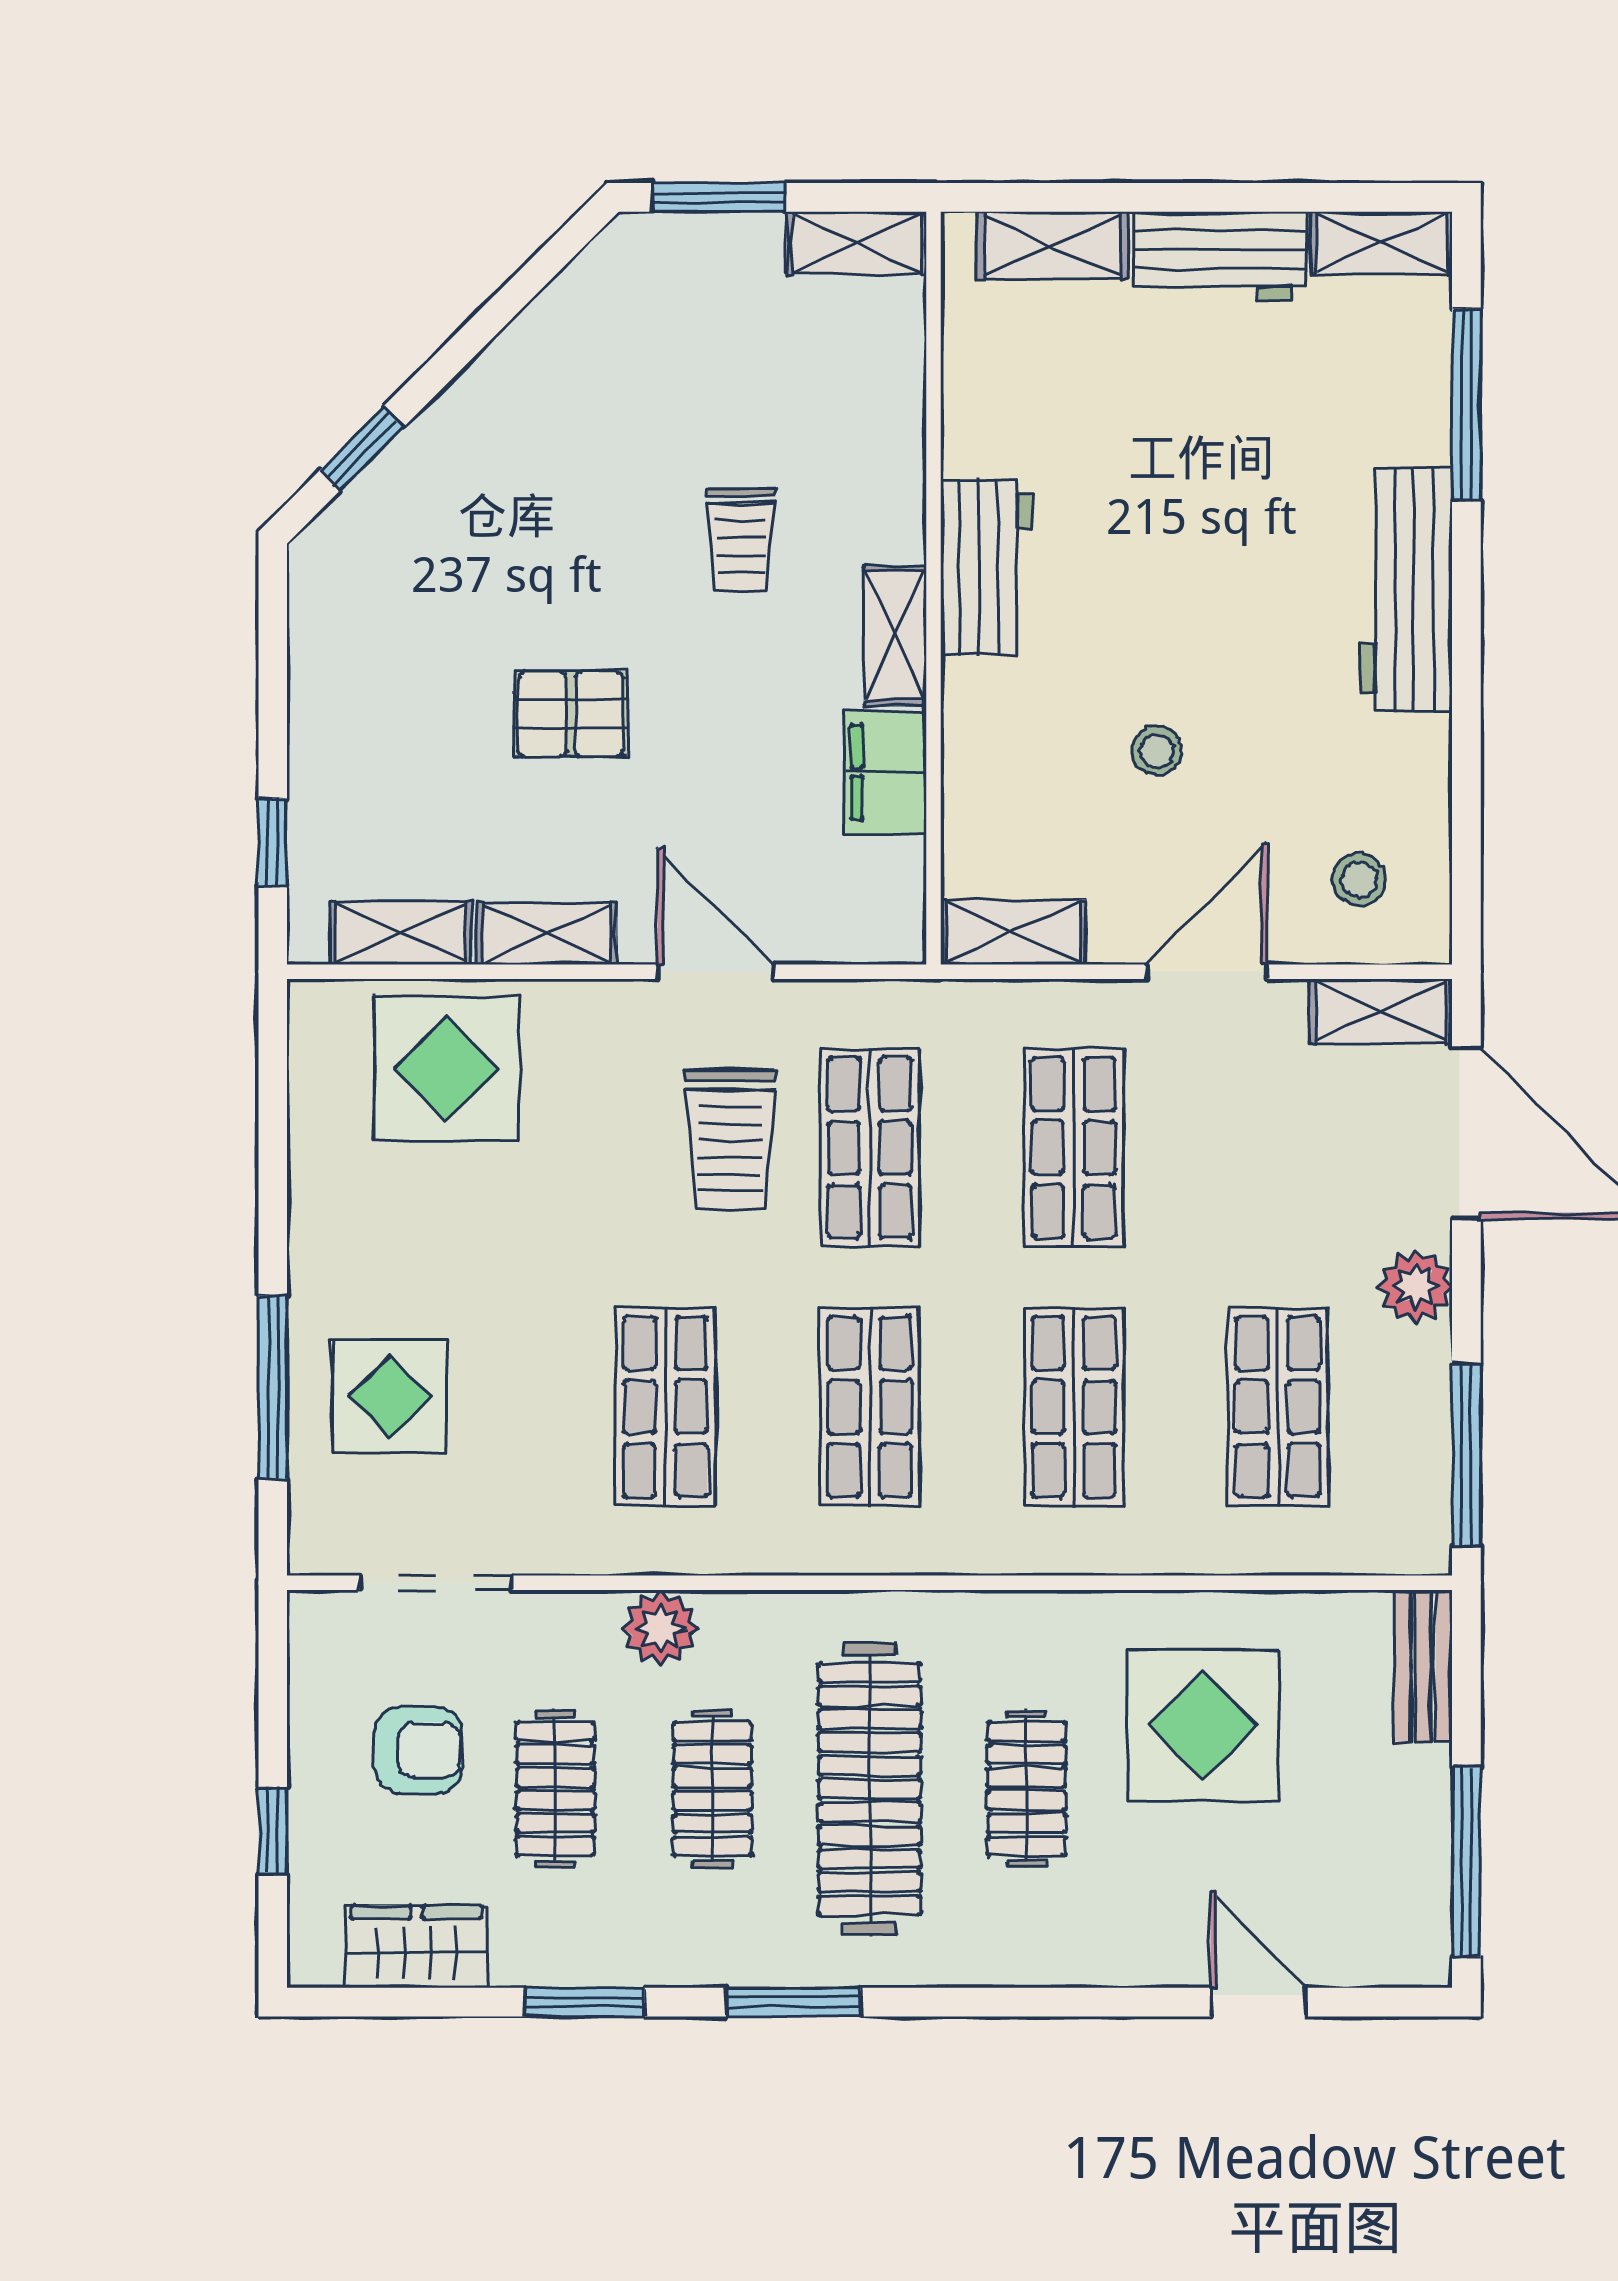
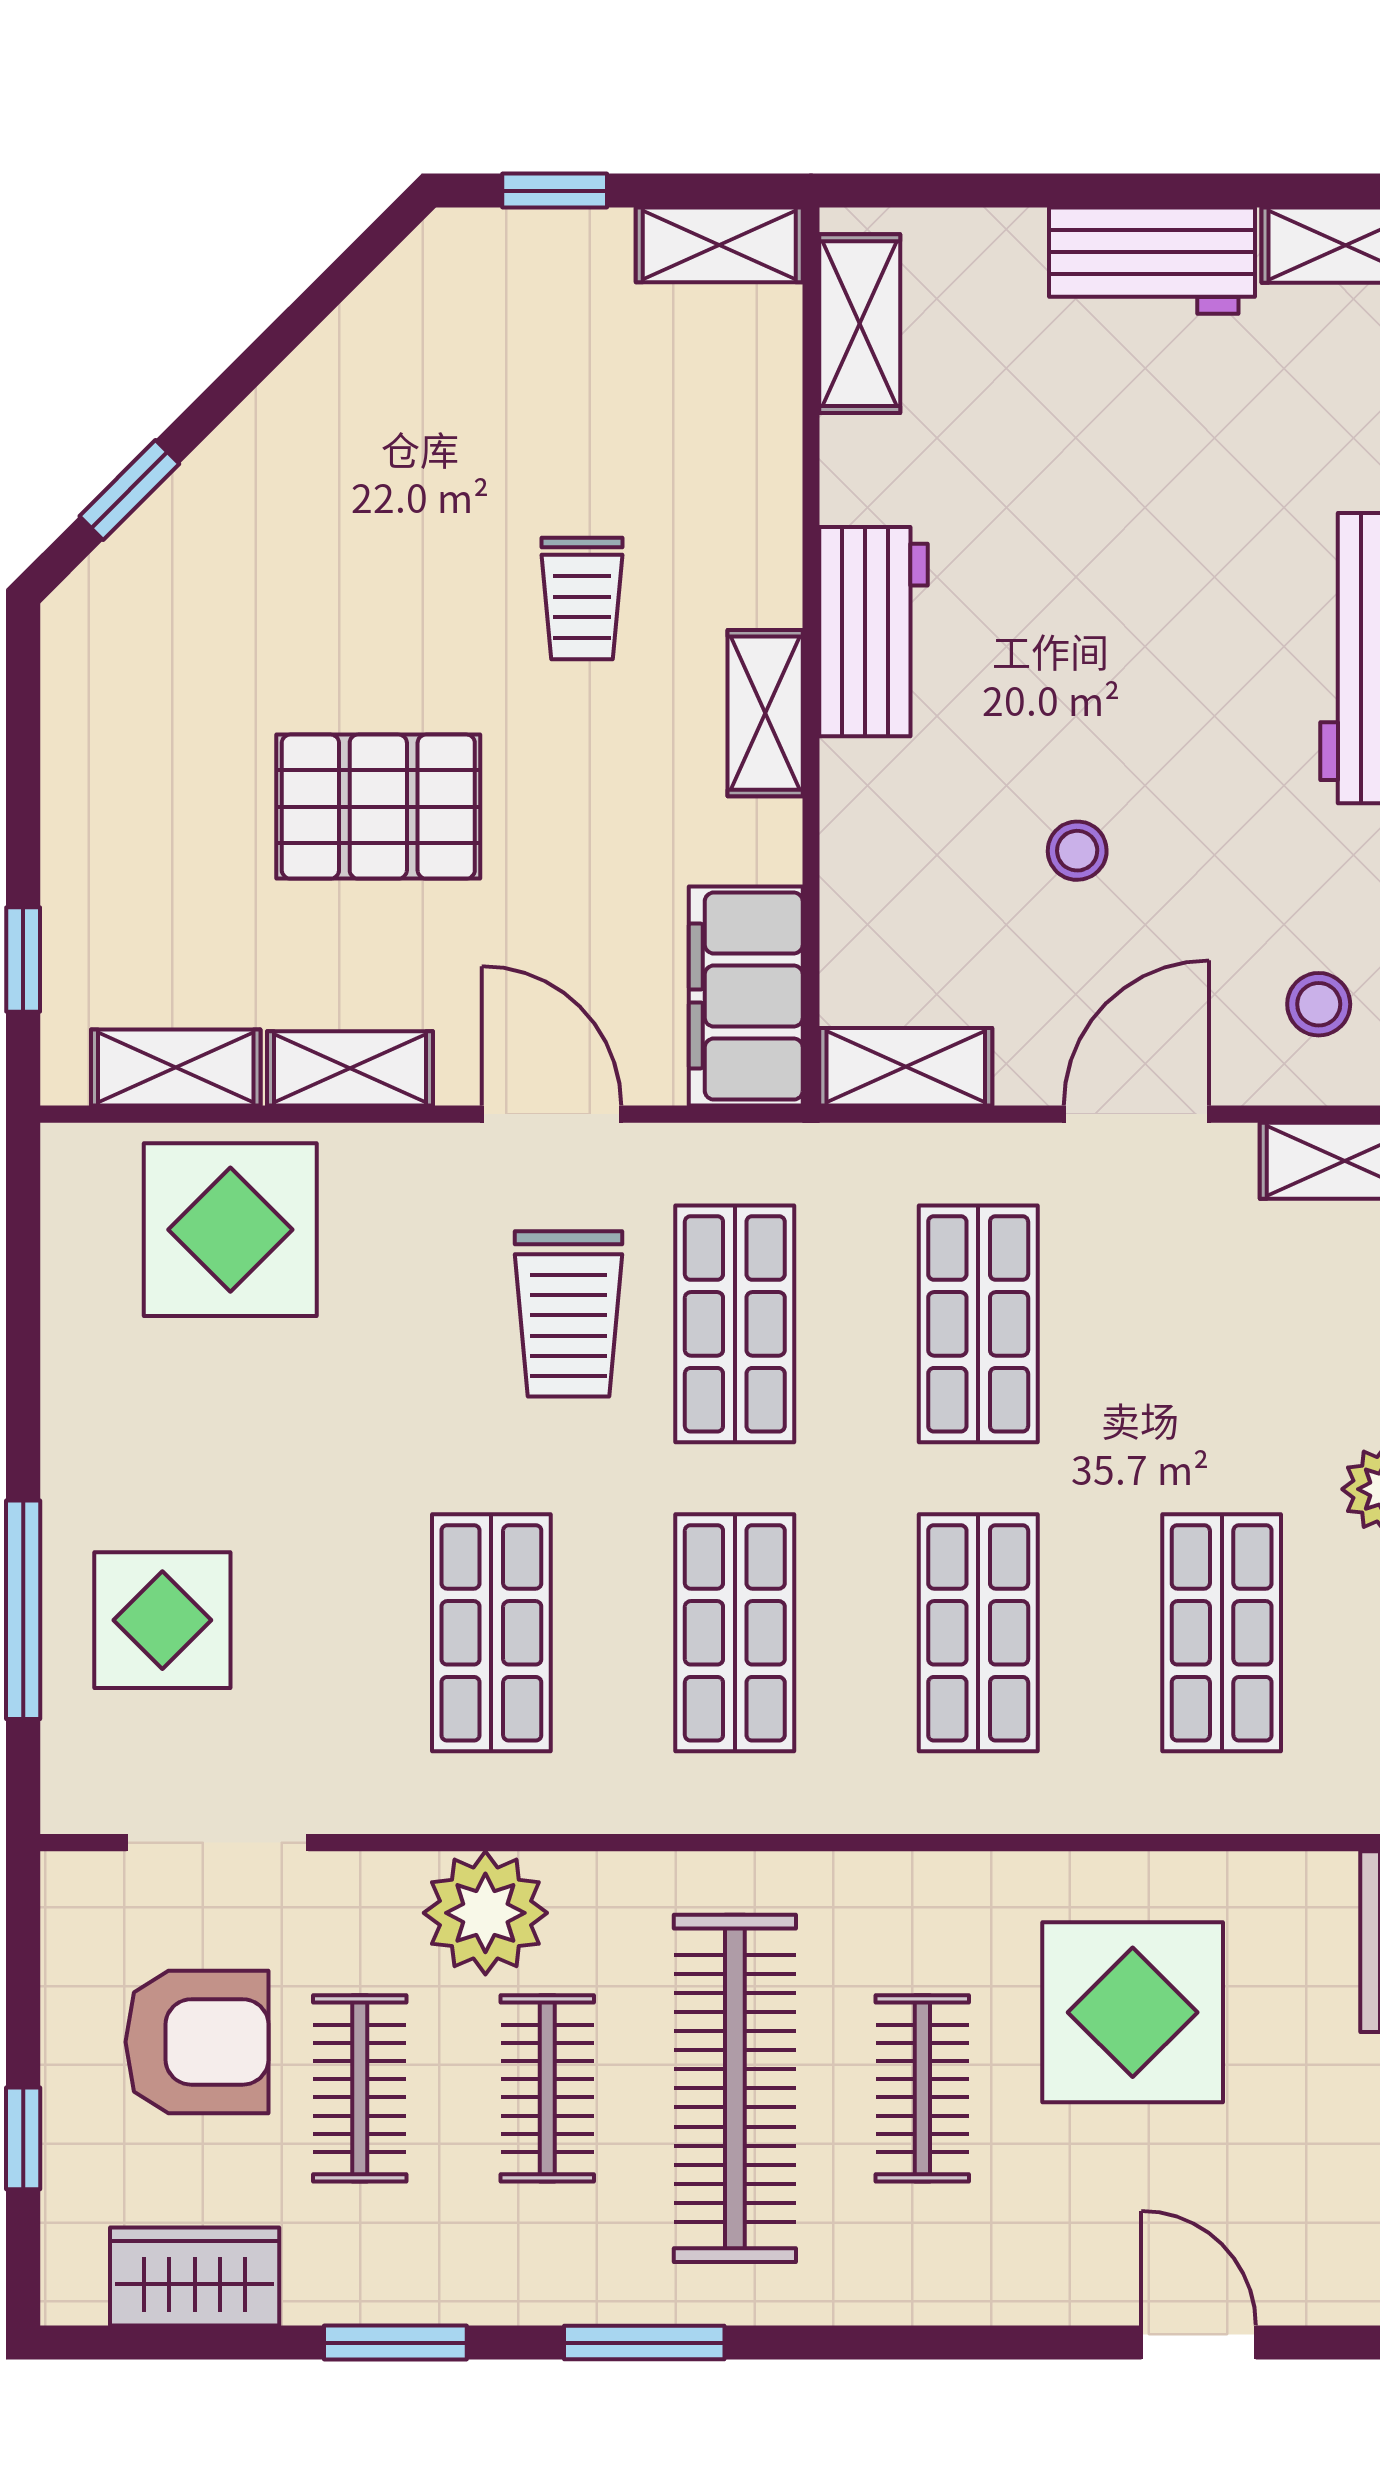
window: (719, 197) -> (555, 191), width x0.67
shelving: (1052, 245) -> (860, 324), moved, turned 90
pallet: (571, 714) -> (378, 807), width x1.50, depth x1.42
filing cabinet: (886, 772) -> (746, 996), moved, width x1.50, depth x1.17
plant: (660, 1628) -> (485, 1913), width x1.36, depth x1.36
armchair: (419, 1750) -> (197, 2042), width x1.38, depth x1.38

